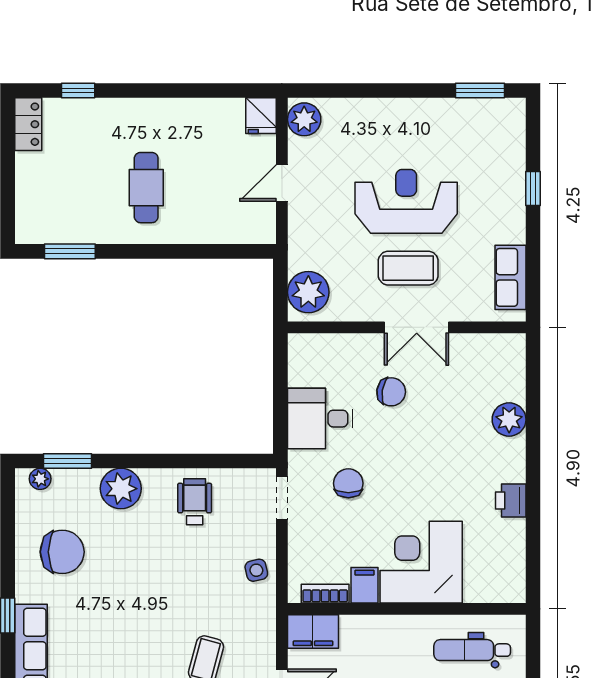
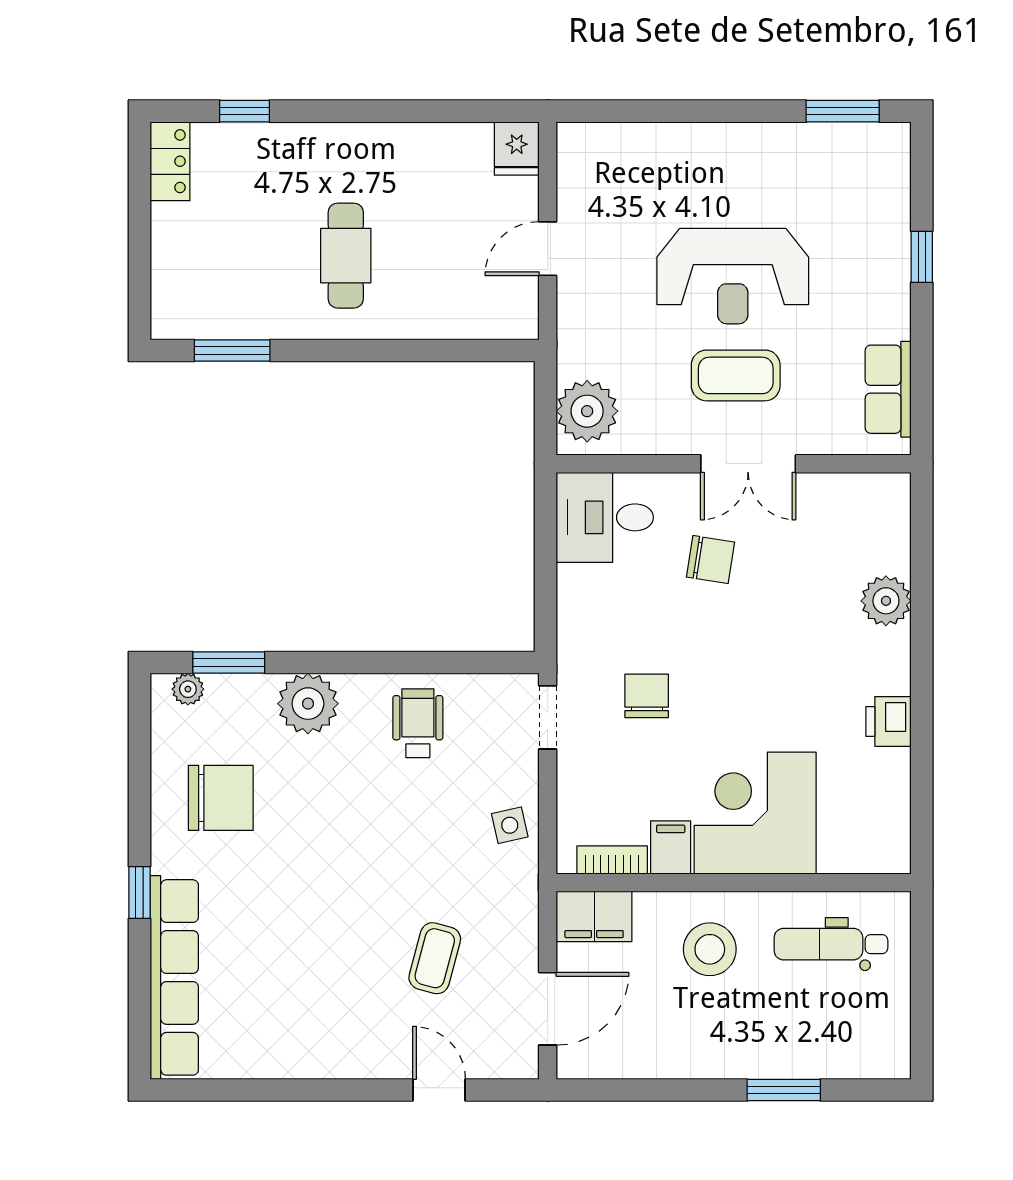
plant: (304, 119) -> (581, 154), removed
reception desk: (406, 201) -> (733, 276), turned 180
desk: (320, 419) -> (605, 517), moved
stool: (391, 654) -> (710, 949), added

